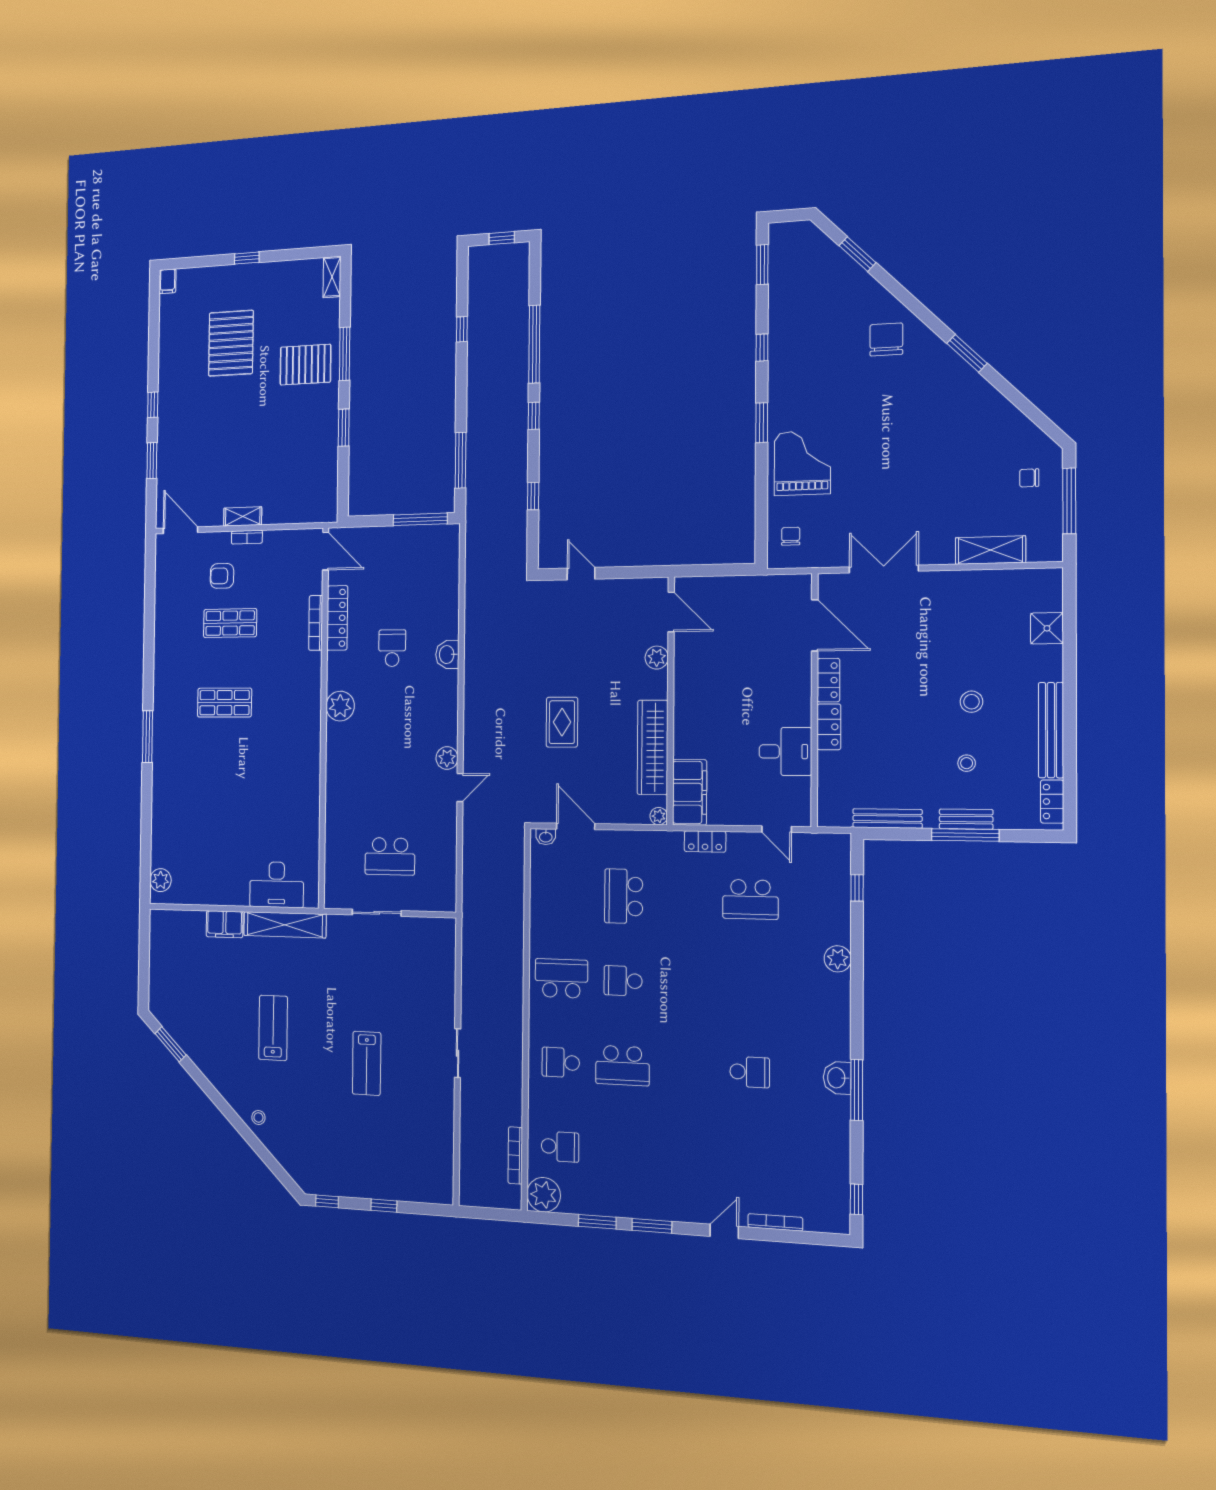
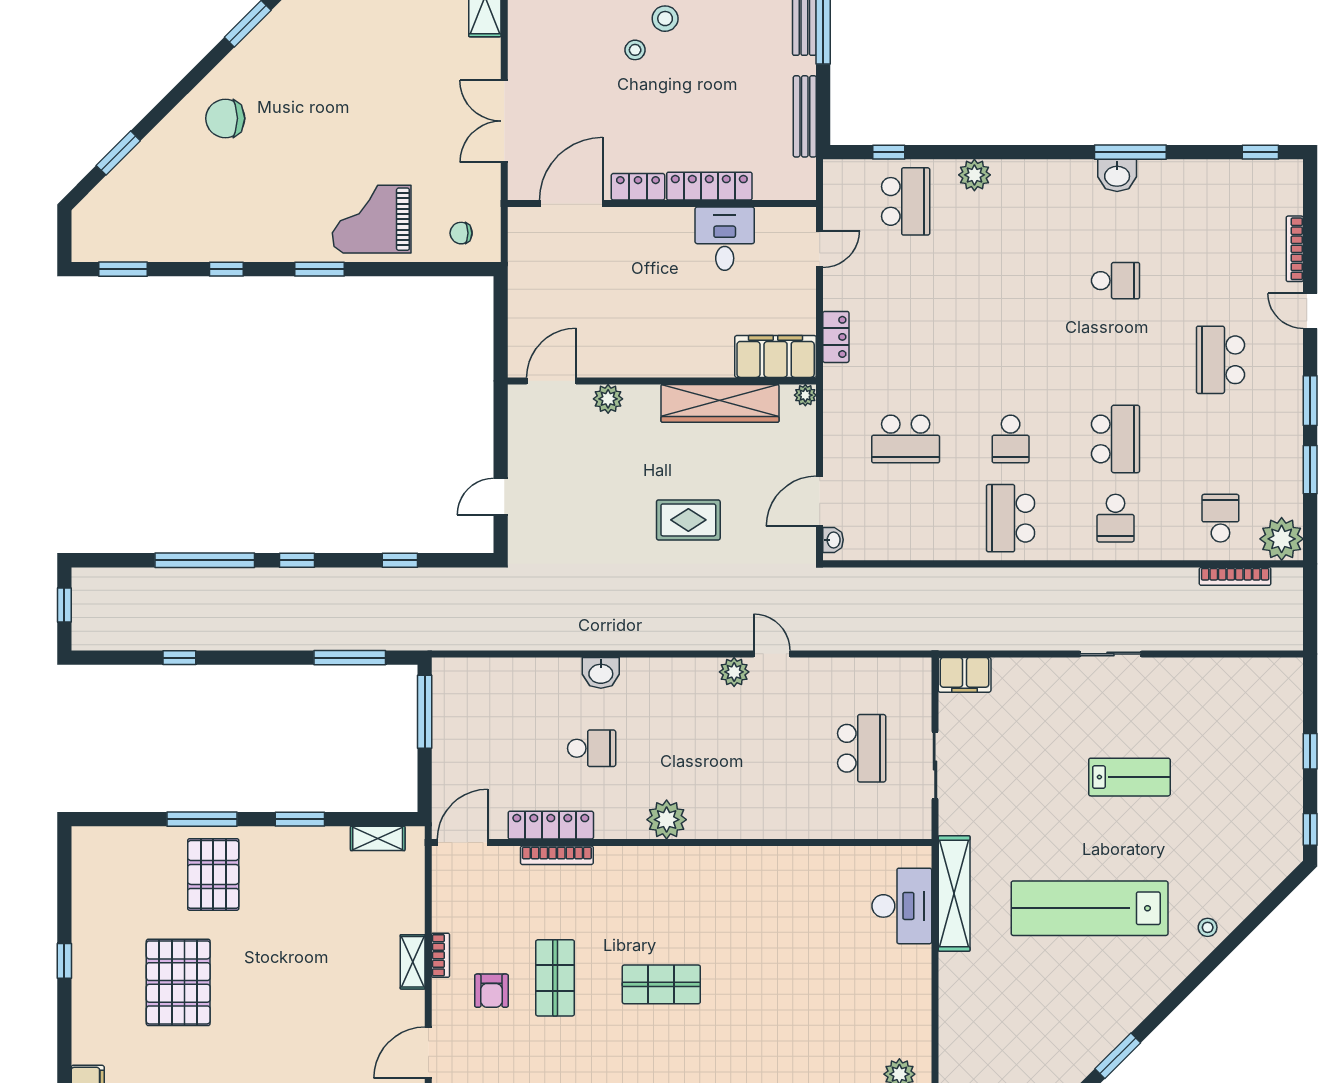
shelving: (332, 277) -> (378, 838), moved
pallet: (231, 343) -> (178, 982), turned 90
school desk: (392, 648) -> (592, 748), turned 180
shop shelf: (225, 703) -> (661, 984), turned 90
locker: (829, 727) -> (709, 186), width x1.53
stool: (967, 763) -> (635, 50), moved
school desk: (750, 899) -> (906, 201), moved
filing cabinet: (225, 924) -> (965, 675), moved, turned 90
lab bench: (273, 1028) -> (1090, 908), width x1.86, depth x1.39
school desk: (750, 1072) -> (1116, 281), turned 90
school desk: (685, 1155) -> (1220, 360), added

